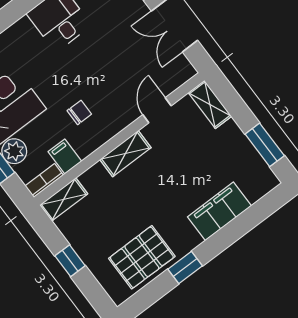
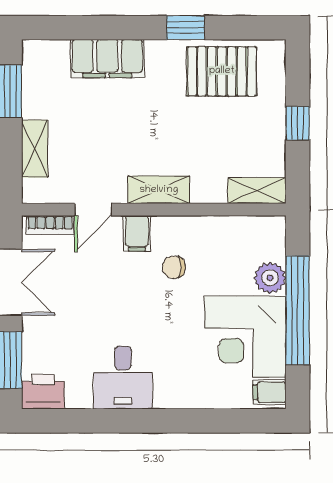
shelving: (210, 104) -> (35, 149), moved
filing cabinet: (65, 156) -> (137, 233), moved
bookcase: (44, 180) -> (50, 225), moved

